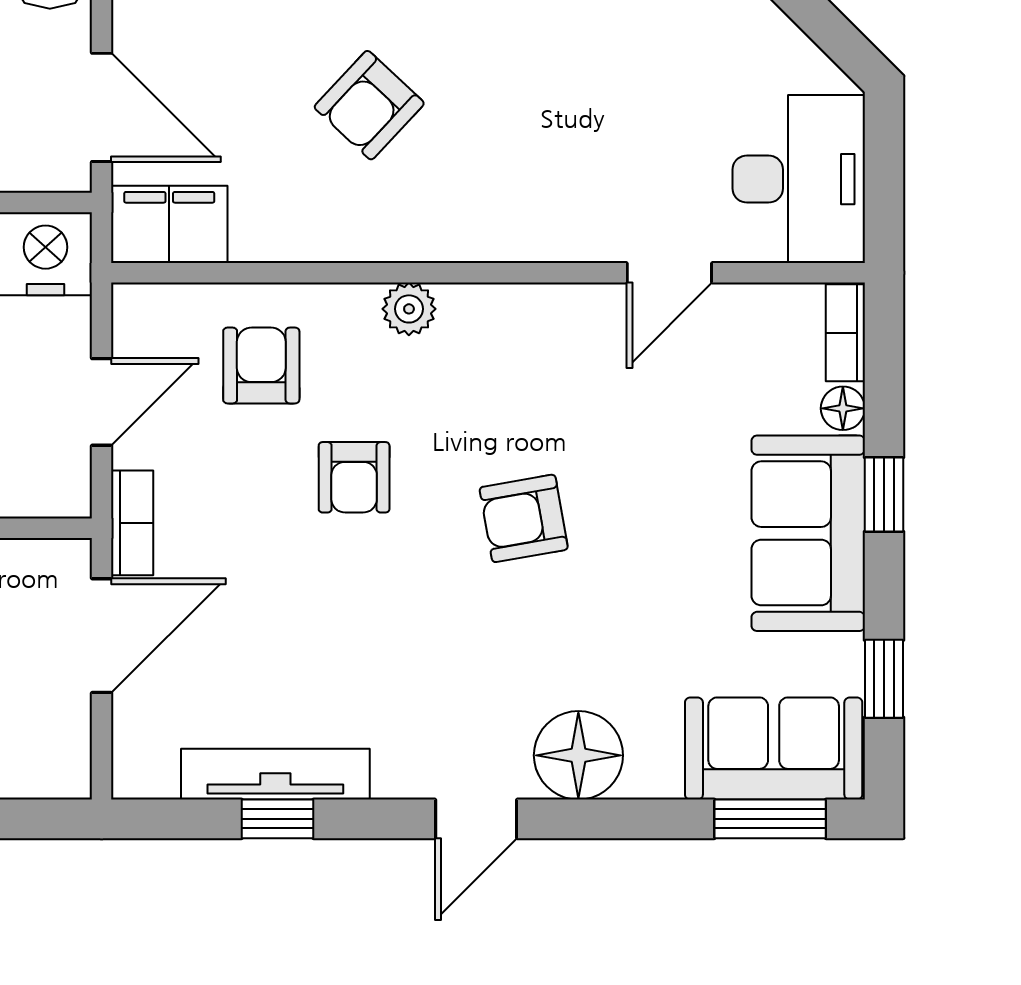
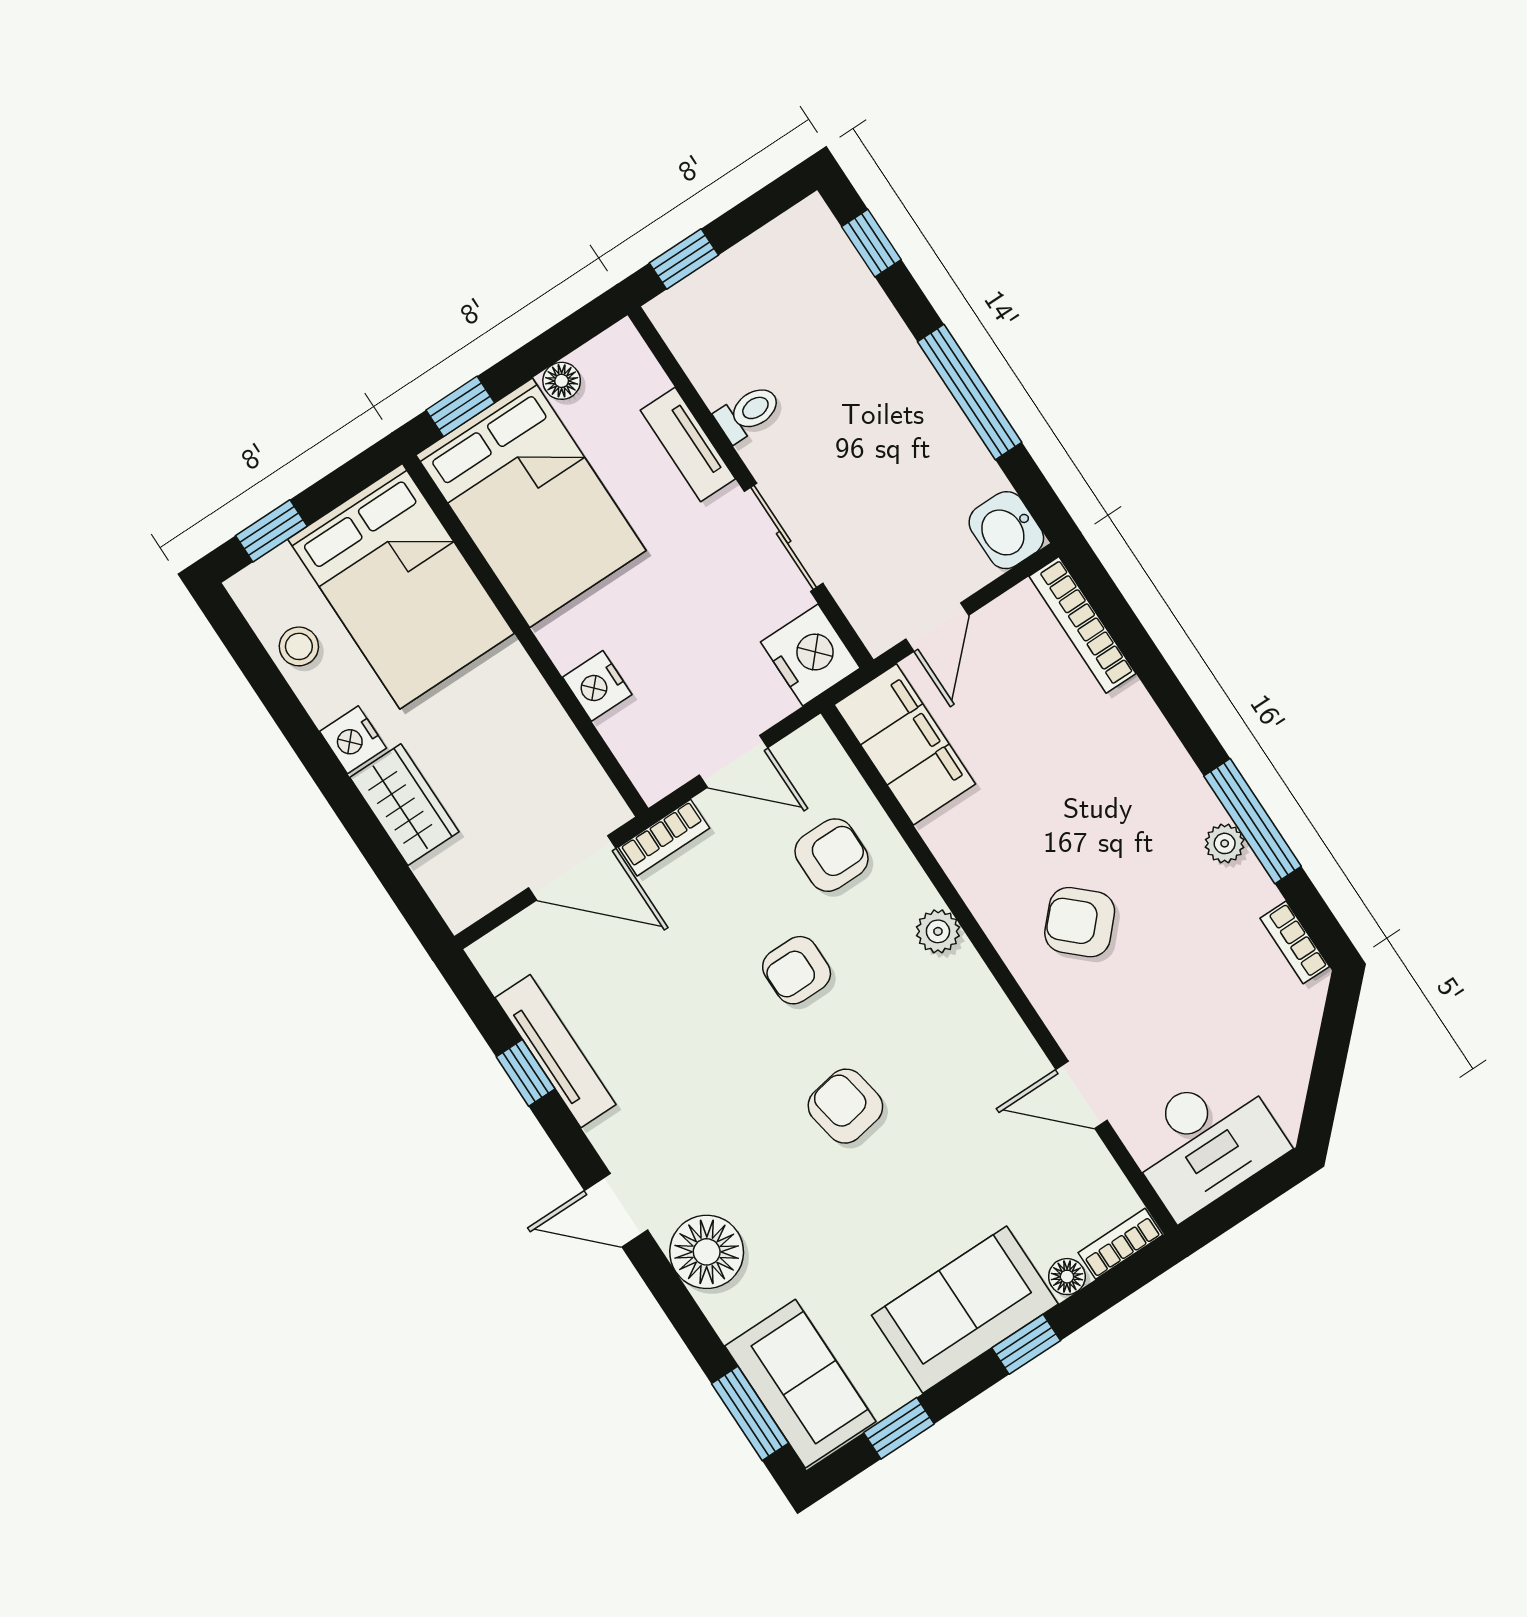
armchair: (369, 105) -> (1080, 922), moved
door: (102, 107) -> (937, 627), width x0.73
filing cabinet: (169, 224) -> (905, 744), width x1.50, depth x1.17

